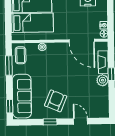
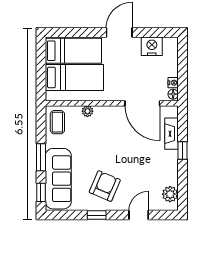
window: (9, 66) -> (41, 157), moved
plant: (103, 80) -> (170, 194), moved
door: (81, 121) -> (139, 215), hinge flipped

